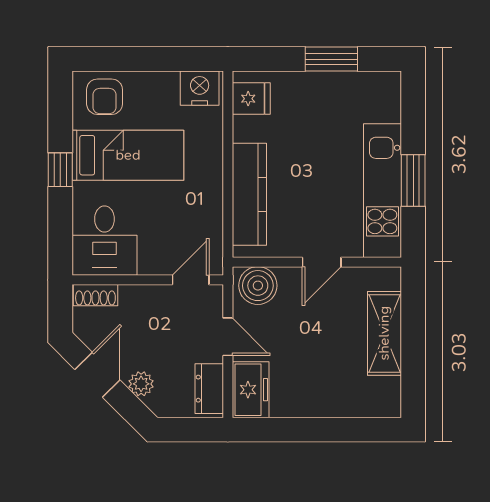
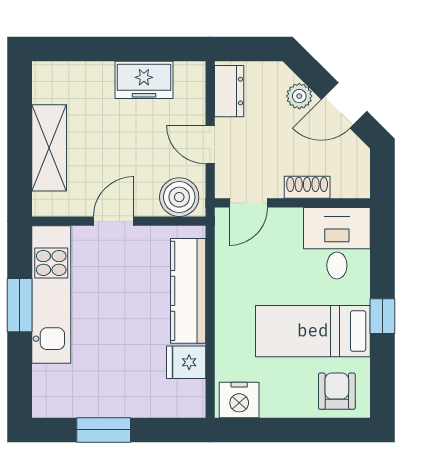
fridge: (251, 99) -> (186, 362), moved
shoe rack: (95, 295) -> (307, 187), moved
door: (97, 375) -> (344, 105), hinge flipped
freezer: (251, 390) -> (144, 80), moved, turned -90

